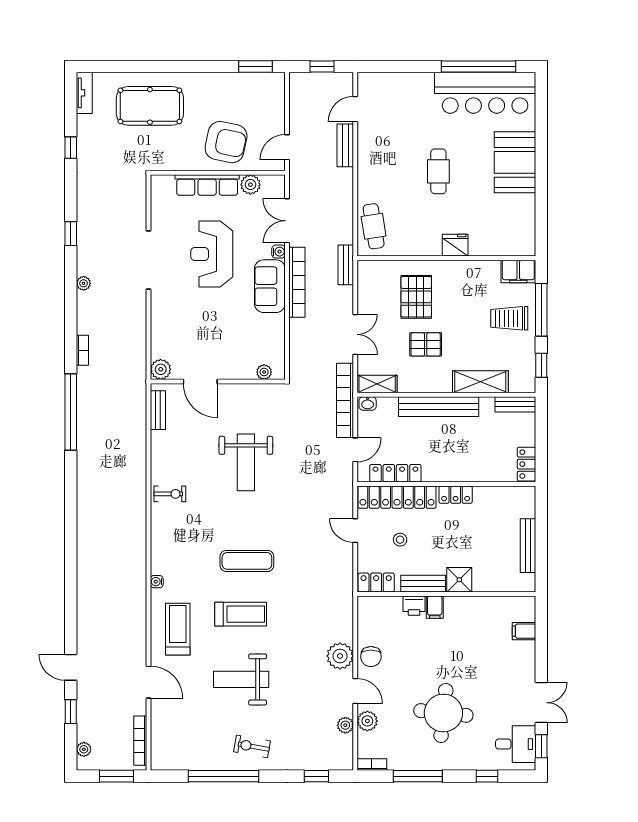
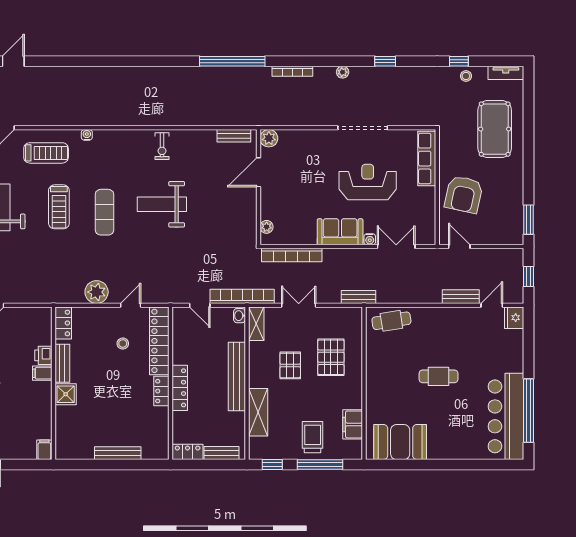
door: (355, 109) -> (492, 305), hinge flipped
stool: (88, 139) -> (466, 76), added
booth: (515, 162) -> (400, 442), moved
row of seats: (207, 185) -> (427, 159), moved
plant: (250, 185) -> (427, 215), removed
fridge: (455, 245) -> (514, 318), moved, turned 180
filing cabinet: (518, 272) -> (353, 424), moved
bookcase: (297, 282) -> (292, 255), moved
pallet: (416, 297) -> (331, 357), turned 90
double door: (355, 334) -> (299, 305), swing flipped
bookcase: (82, 350) -> (292, 71), width x1.56
bench: (515, 404) -> (222, 453), moved, turned 90
weight bench: (246, 462) -> (162, 204), moved
locker: (395, 473) -> (180, 388), moved
shower: (459, 580) -> (66, 394), moved
locker: (376, 582) -> (63, 323), moved
bench: (423, 584) -> (62, 363), moved
wall: (446, 594) -> (53, 383), moved
printer: (414, 606) -> (43, 355), moved
filing cabinet: (435, 607) -> (42, 373), moved
plant: (340, 656) -> (97, 292), moved
chair: (371, 657) -> (23, 319), removed

